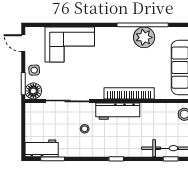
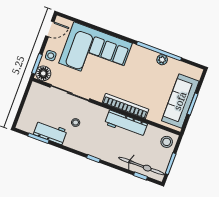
plant: (144, 37) -> (162, 60), width x0.53, depth x0.53
door: (23, 43) -> (50, 29), swing flipped
corner sofa: (70, 44) -> (95, 53), width x1.36, depth x1.36
workbench: (118, 111) -> (126, 124), moved
workbench: (42, 148) -> (50, 132), moved

